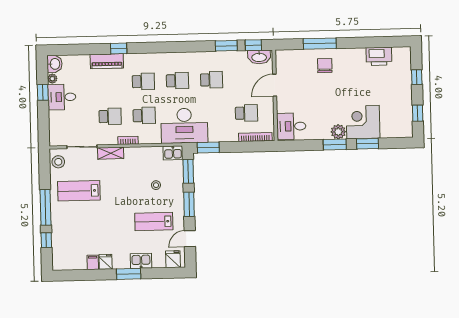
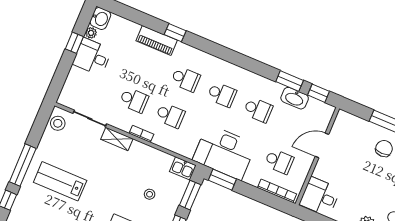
washbasin: (259, 57) -> (295, 98), moved
desk: (184, 126) -> (224, 152), moved
lab bench: (79, 191) -> (60, 181), moved

